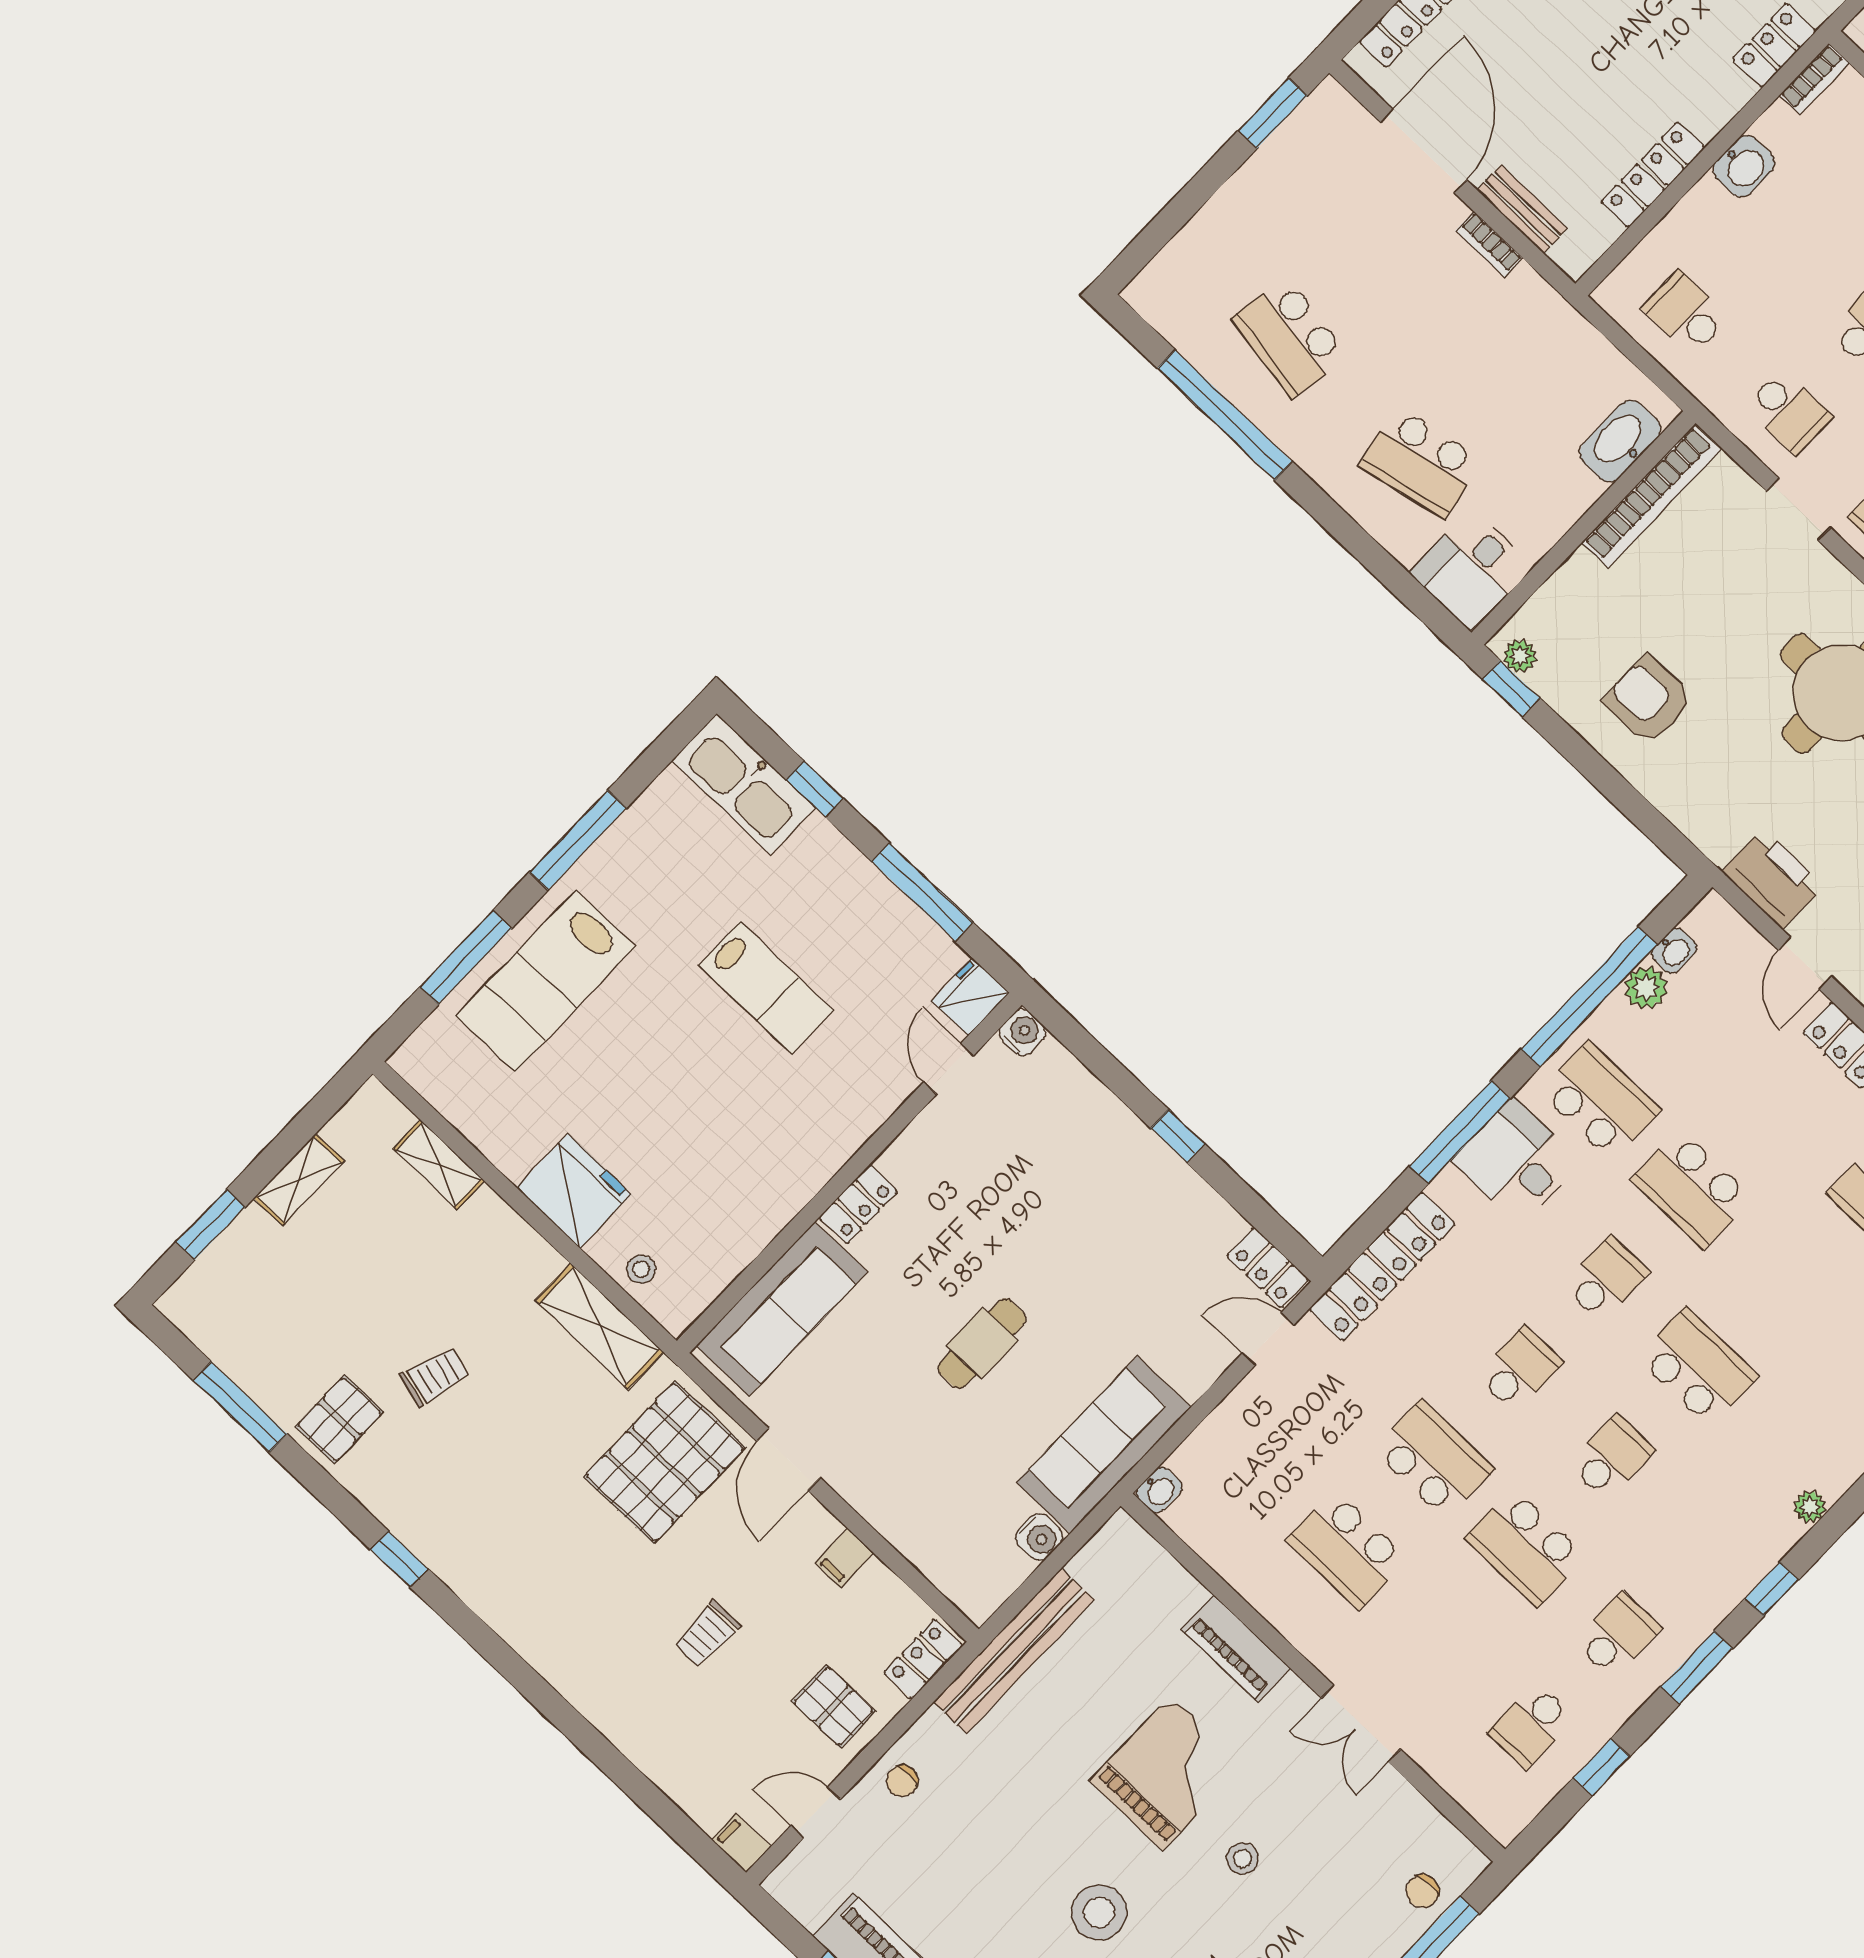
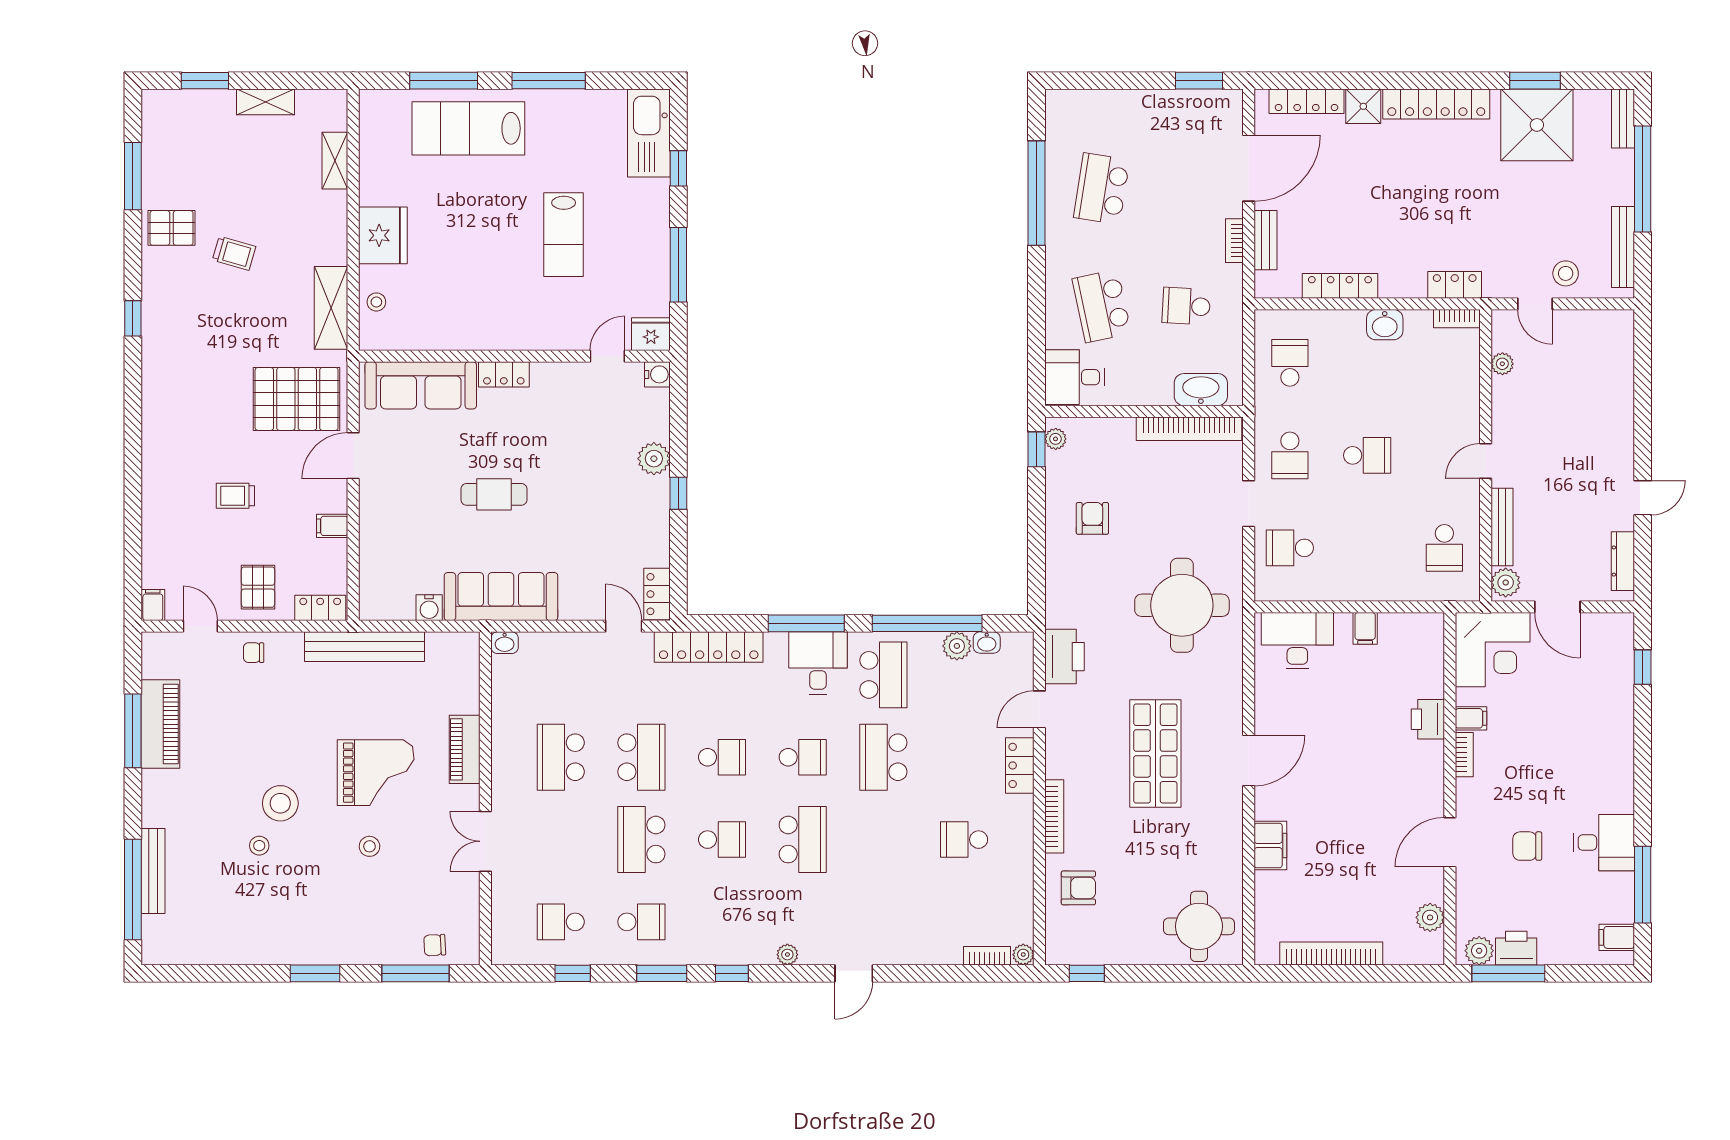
school desk: (1511, 368) -> (1186, 306), added
armchair: (1648, 700) -> (1092, 518), width x0.72, depth x0.72
plant: (1113, 1126) -> (654, 459), added

